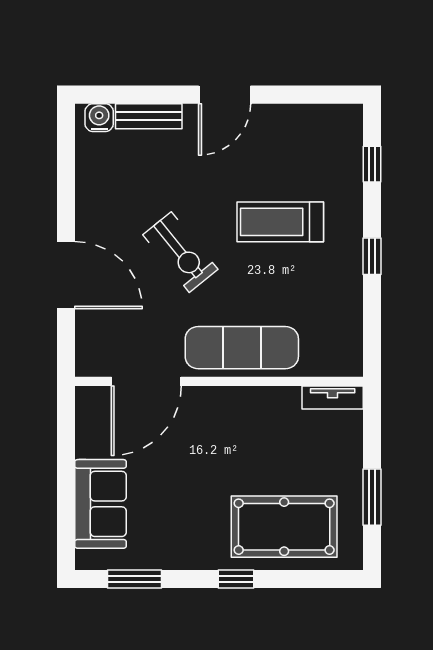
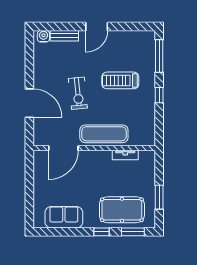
window: (372, 164) -> (159, 56), width x2.17
exercise bike: (180, 252) -> (78, 93), turned 33
tv unit: (333, 397) -> (125, 155), moved
sofa: (101, 504) -> (64, 217), moved, turned -90
window: (135, 579) -> (133, 232), moved

